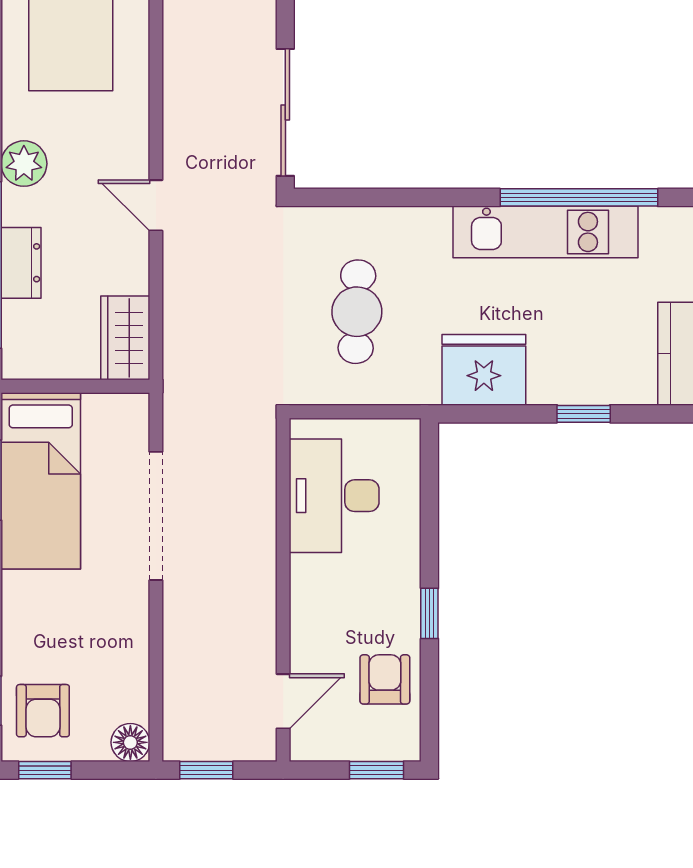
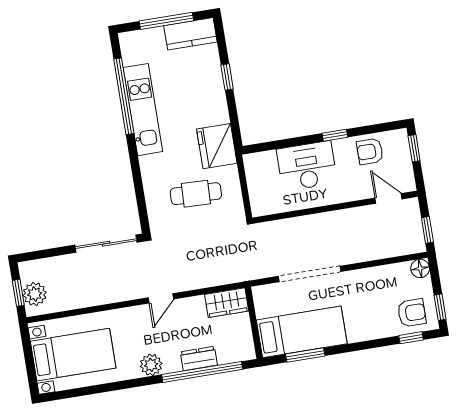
fridge: (484, 370) -> (217, 146), moved
desk: (334, 496) -> (307, 166), moved, turned 180

